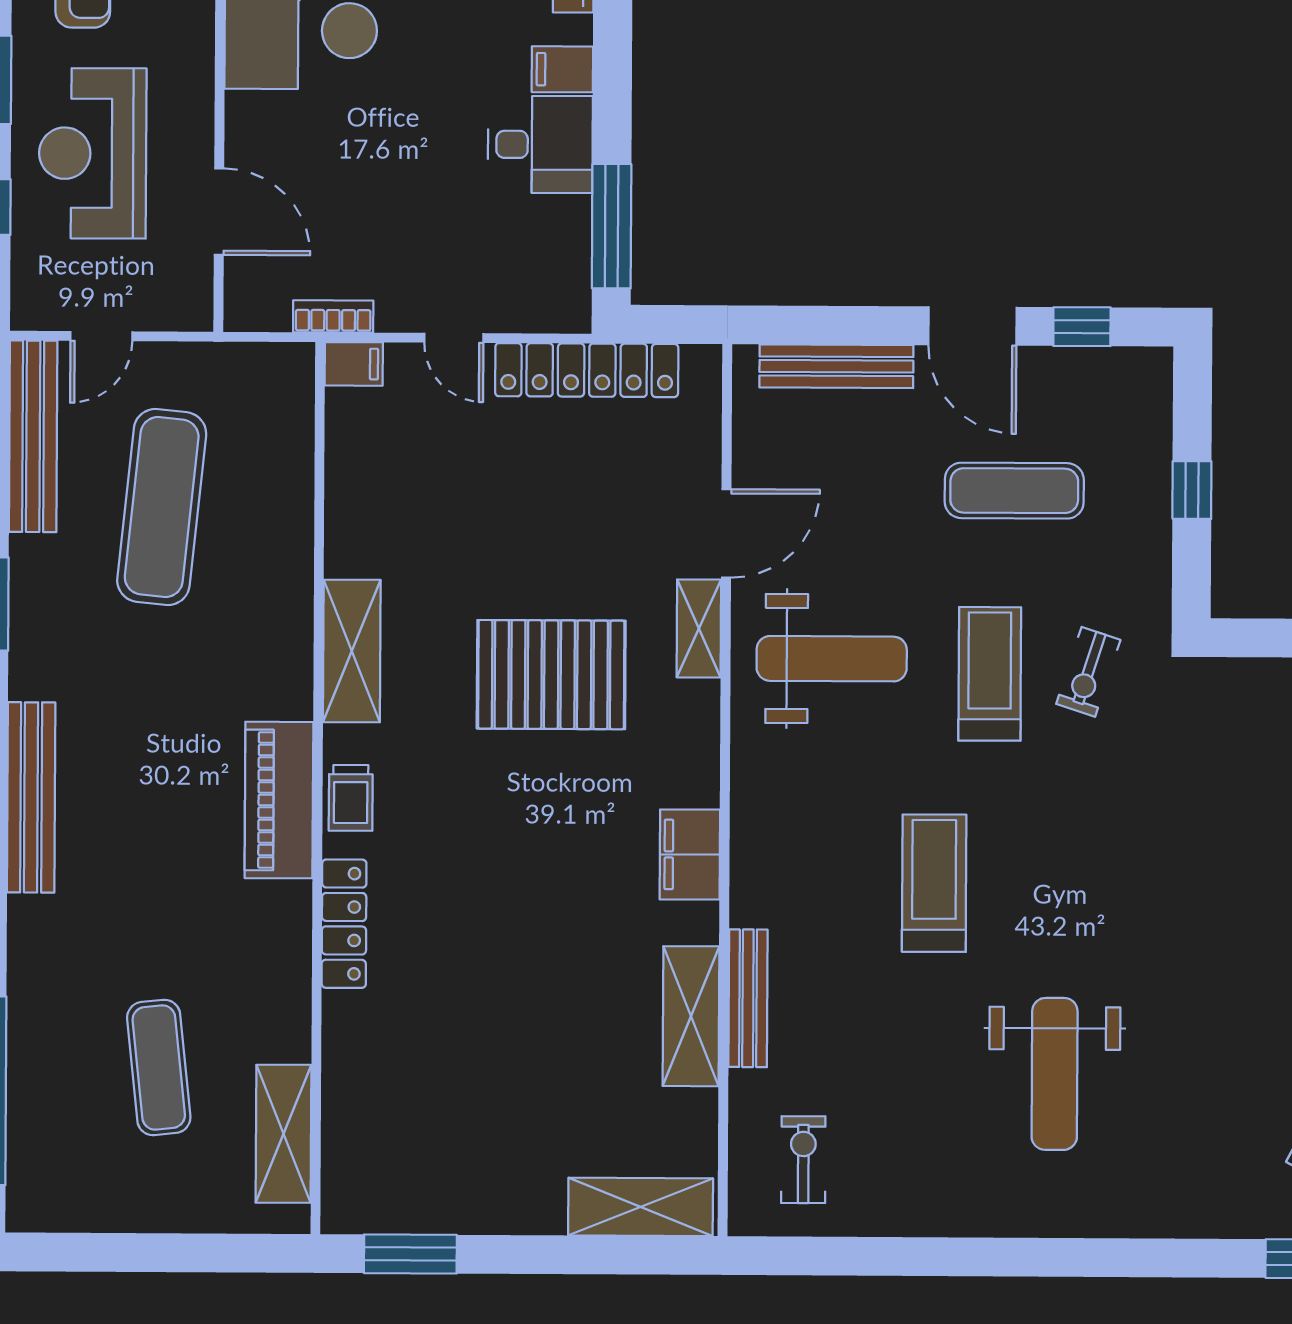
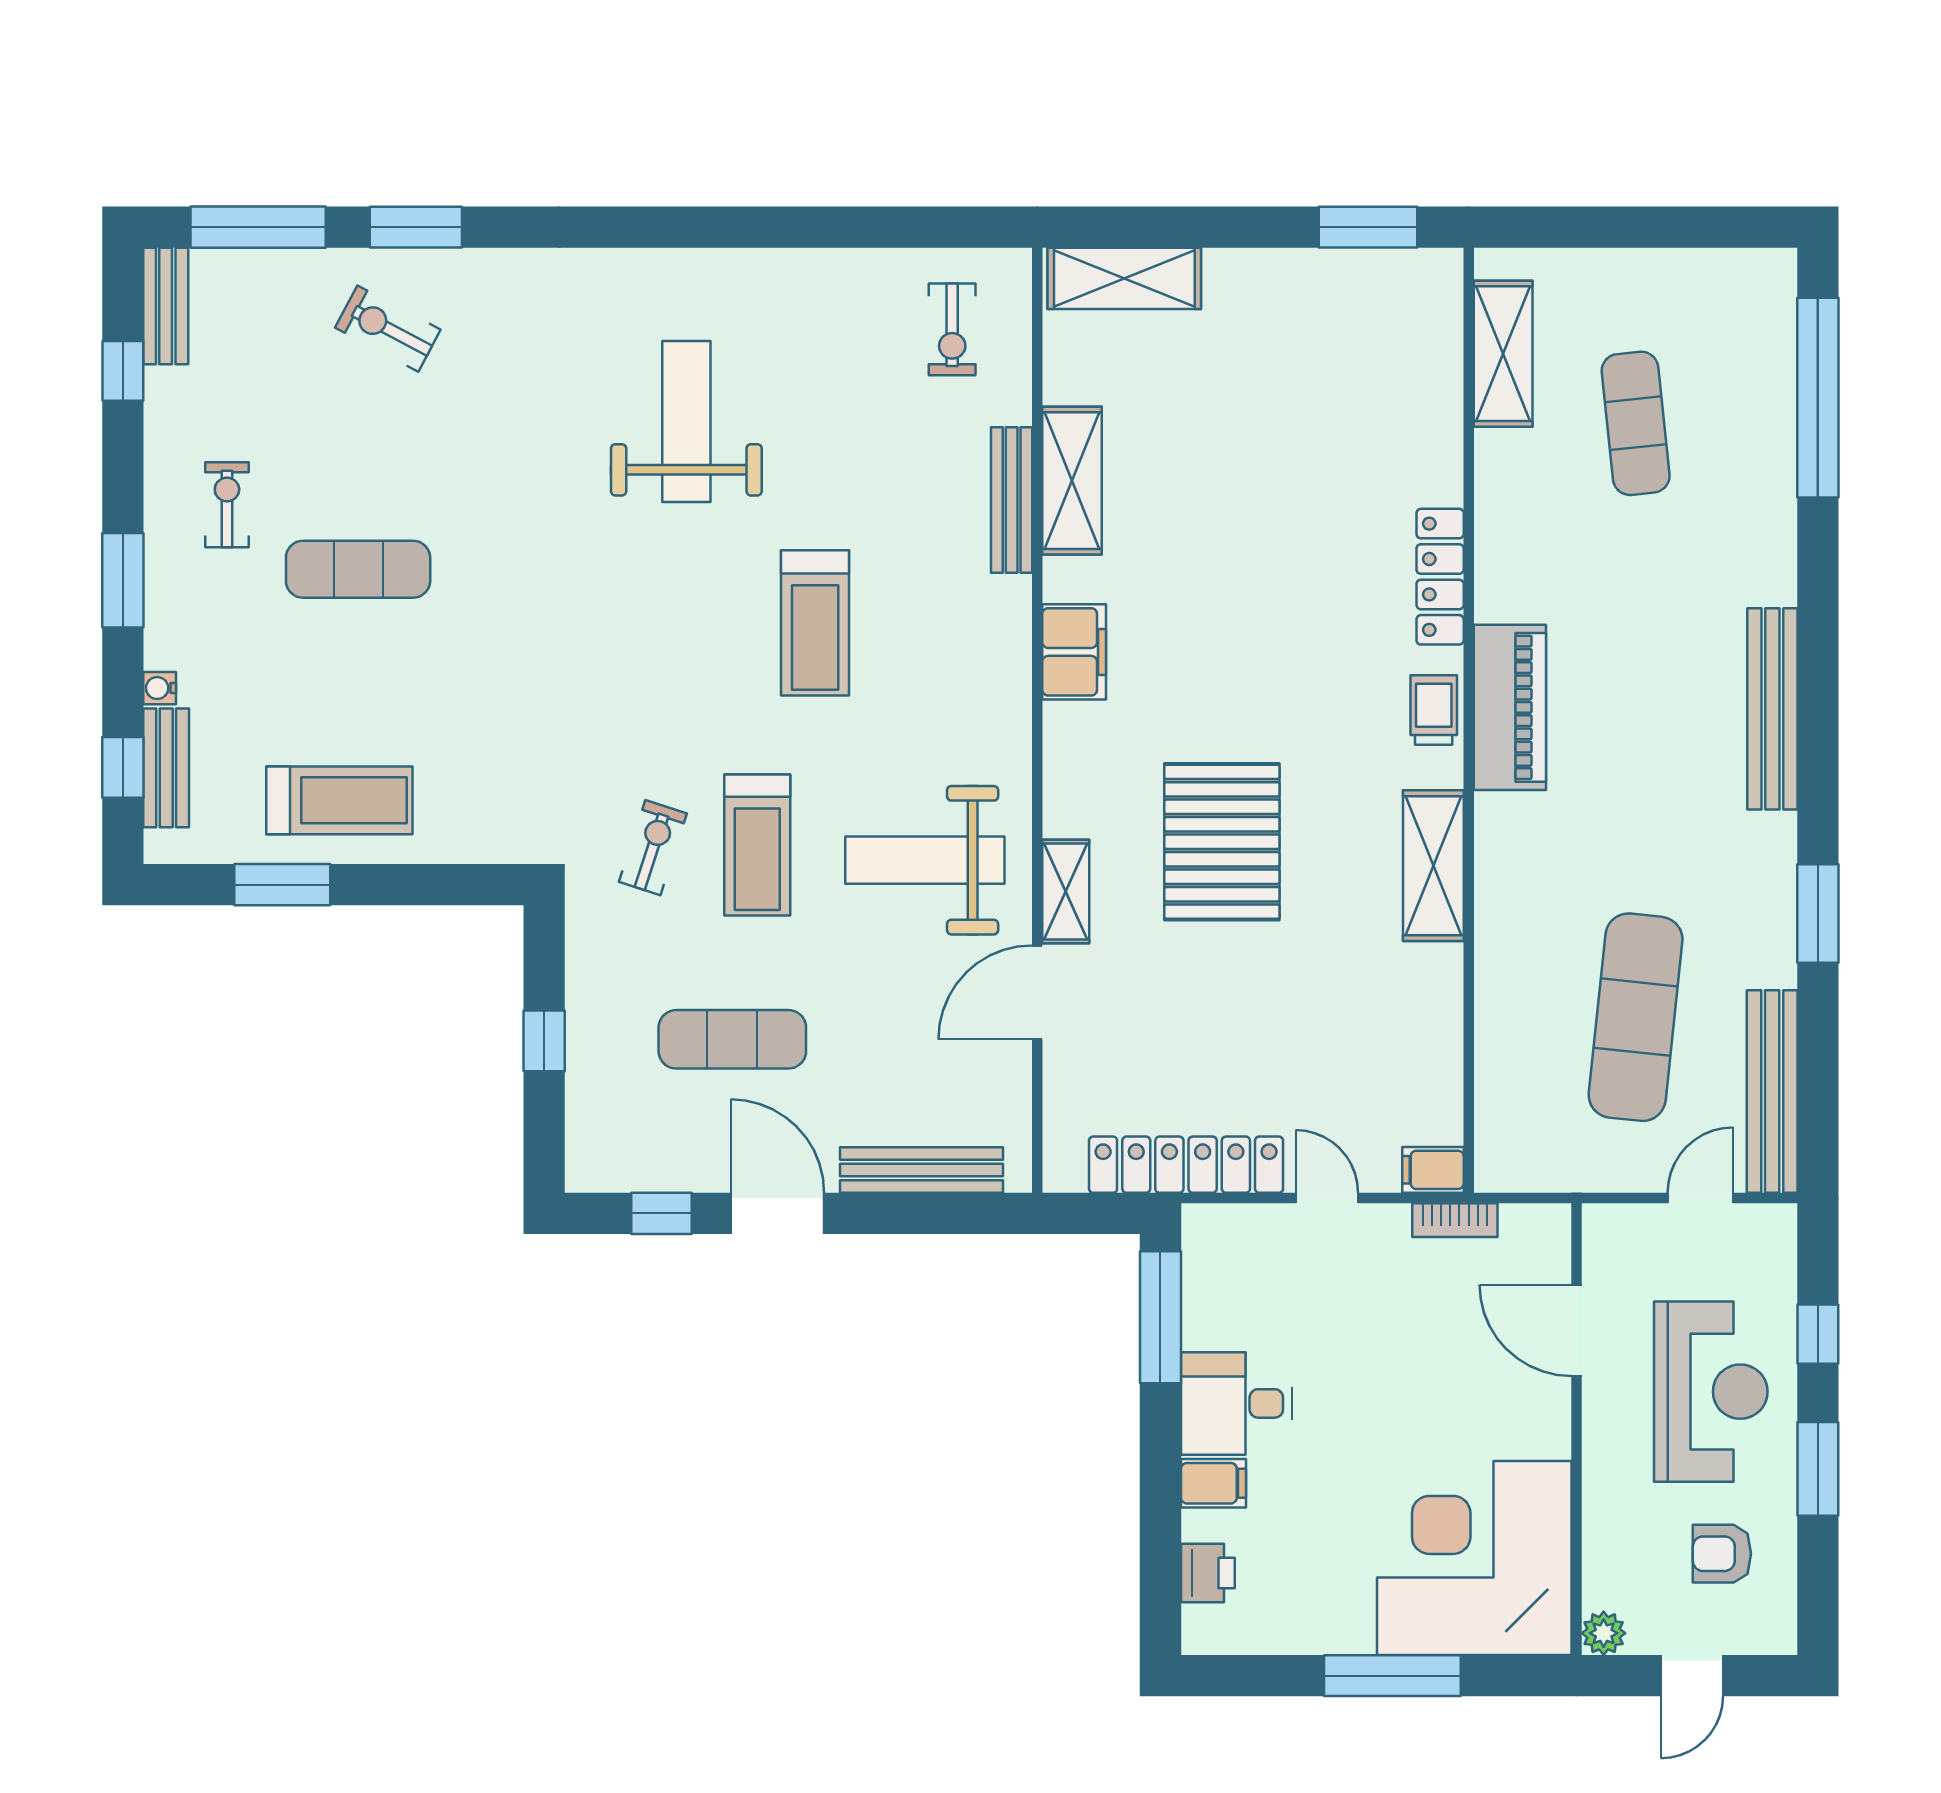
pallet: (551, 675) -> (1222, 842), turned 90

